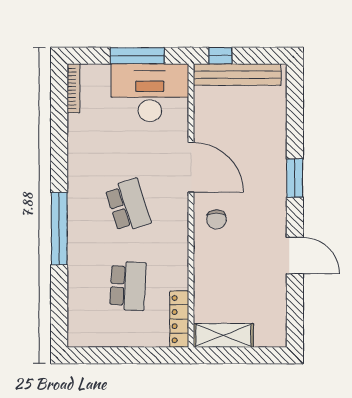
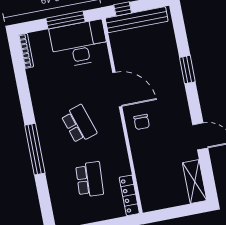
window: (295, 178) -> (187, 70), moved
shelving: (223, 335) -> (195, 182), moved, turned 90

